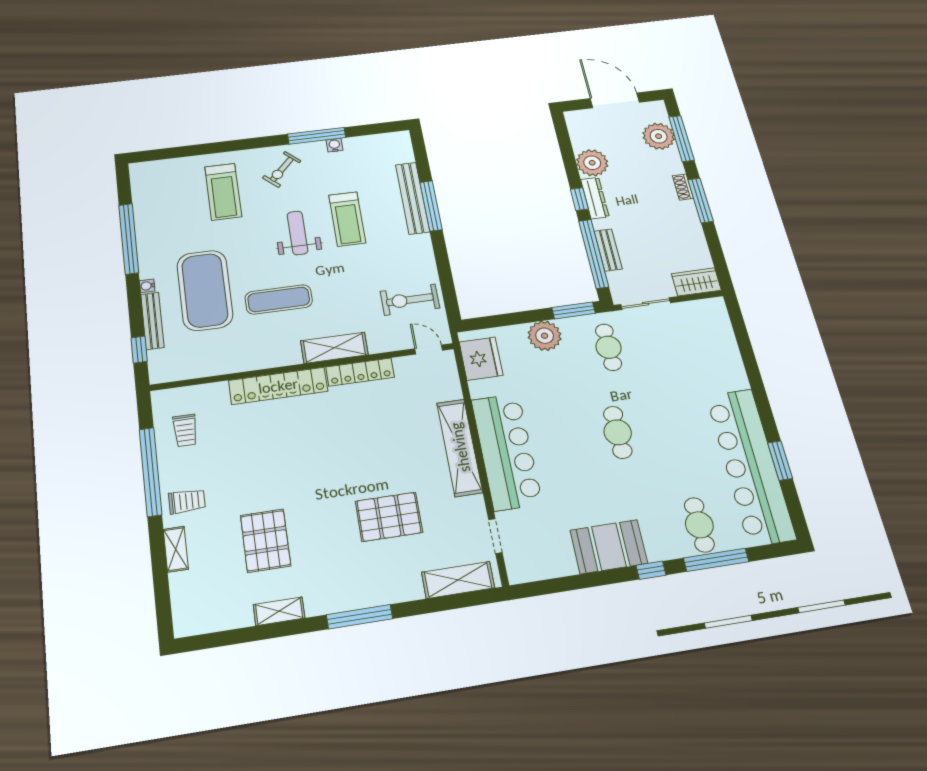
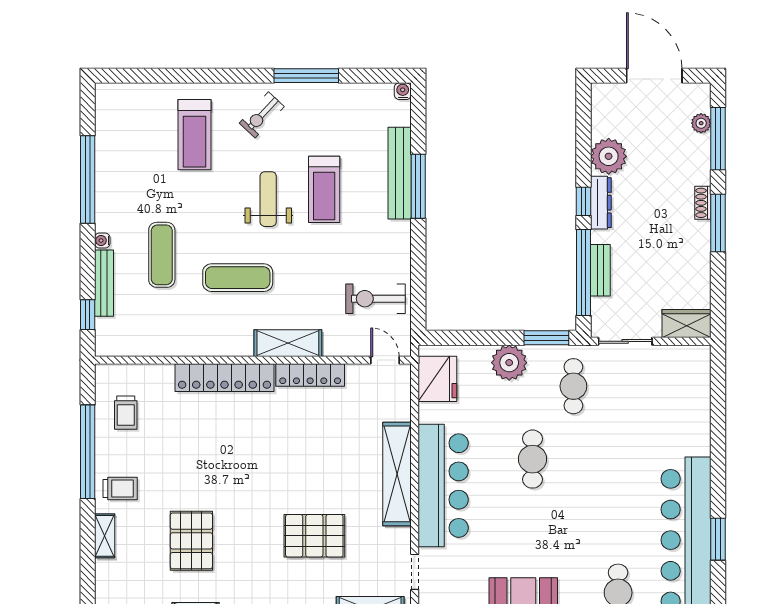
plant: (659, 136) -> (701, 123), width x0.53, depth x0.53
water cooler: (335, 145) -> (403, 91), moved
exercise mat: (205, 290) -> (162, 255), width x0.50, depth x0.69
cafe table: (618, 432) -> (532, 459), moved

